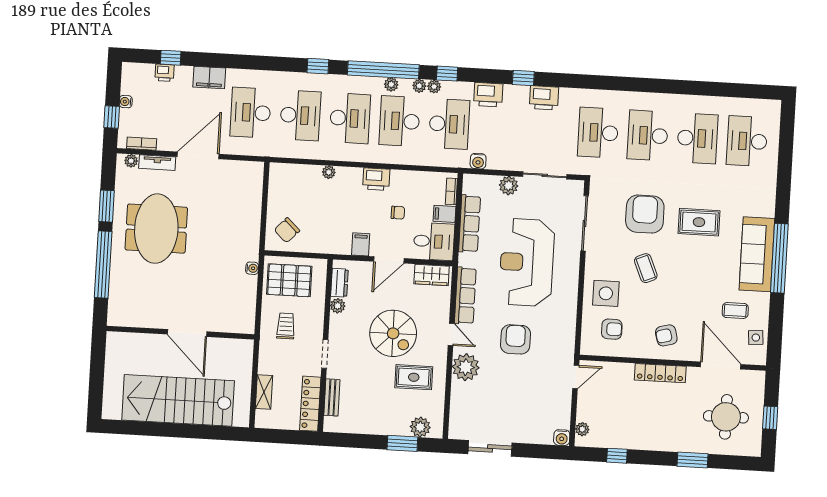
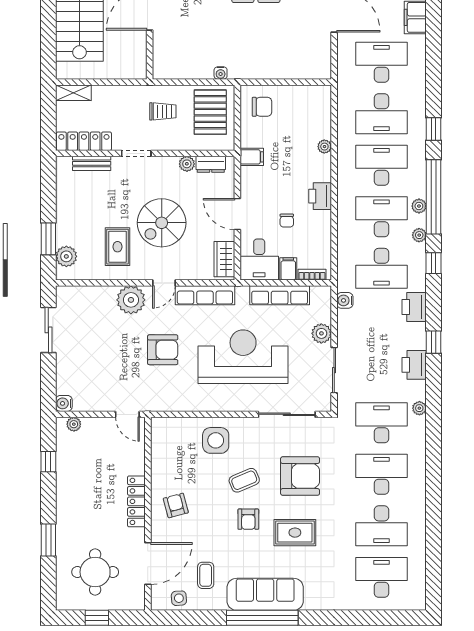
plant: (434, 87) -> (419, 408), moved
desk: (350, 118) -> (382, 165), turned 180
rug: (699, 222) -> (295, 533), turned 90
chair: (287, 230) -> (262, 107), turned 136
filing cabinet: (361, 244) -> (252, 157), moved
armchair: (612, 329) -> (248, 519), moved
shelving: (264, 392) -> (73, 93), moved

